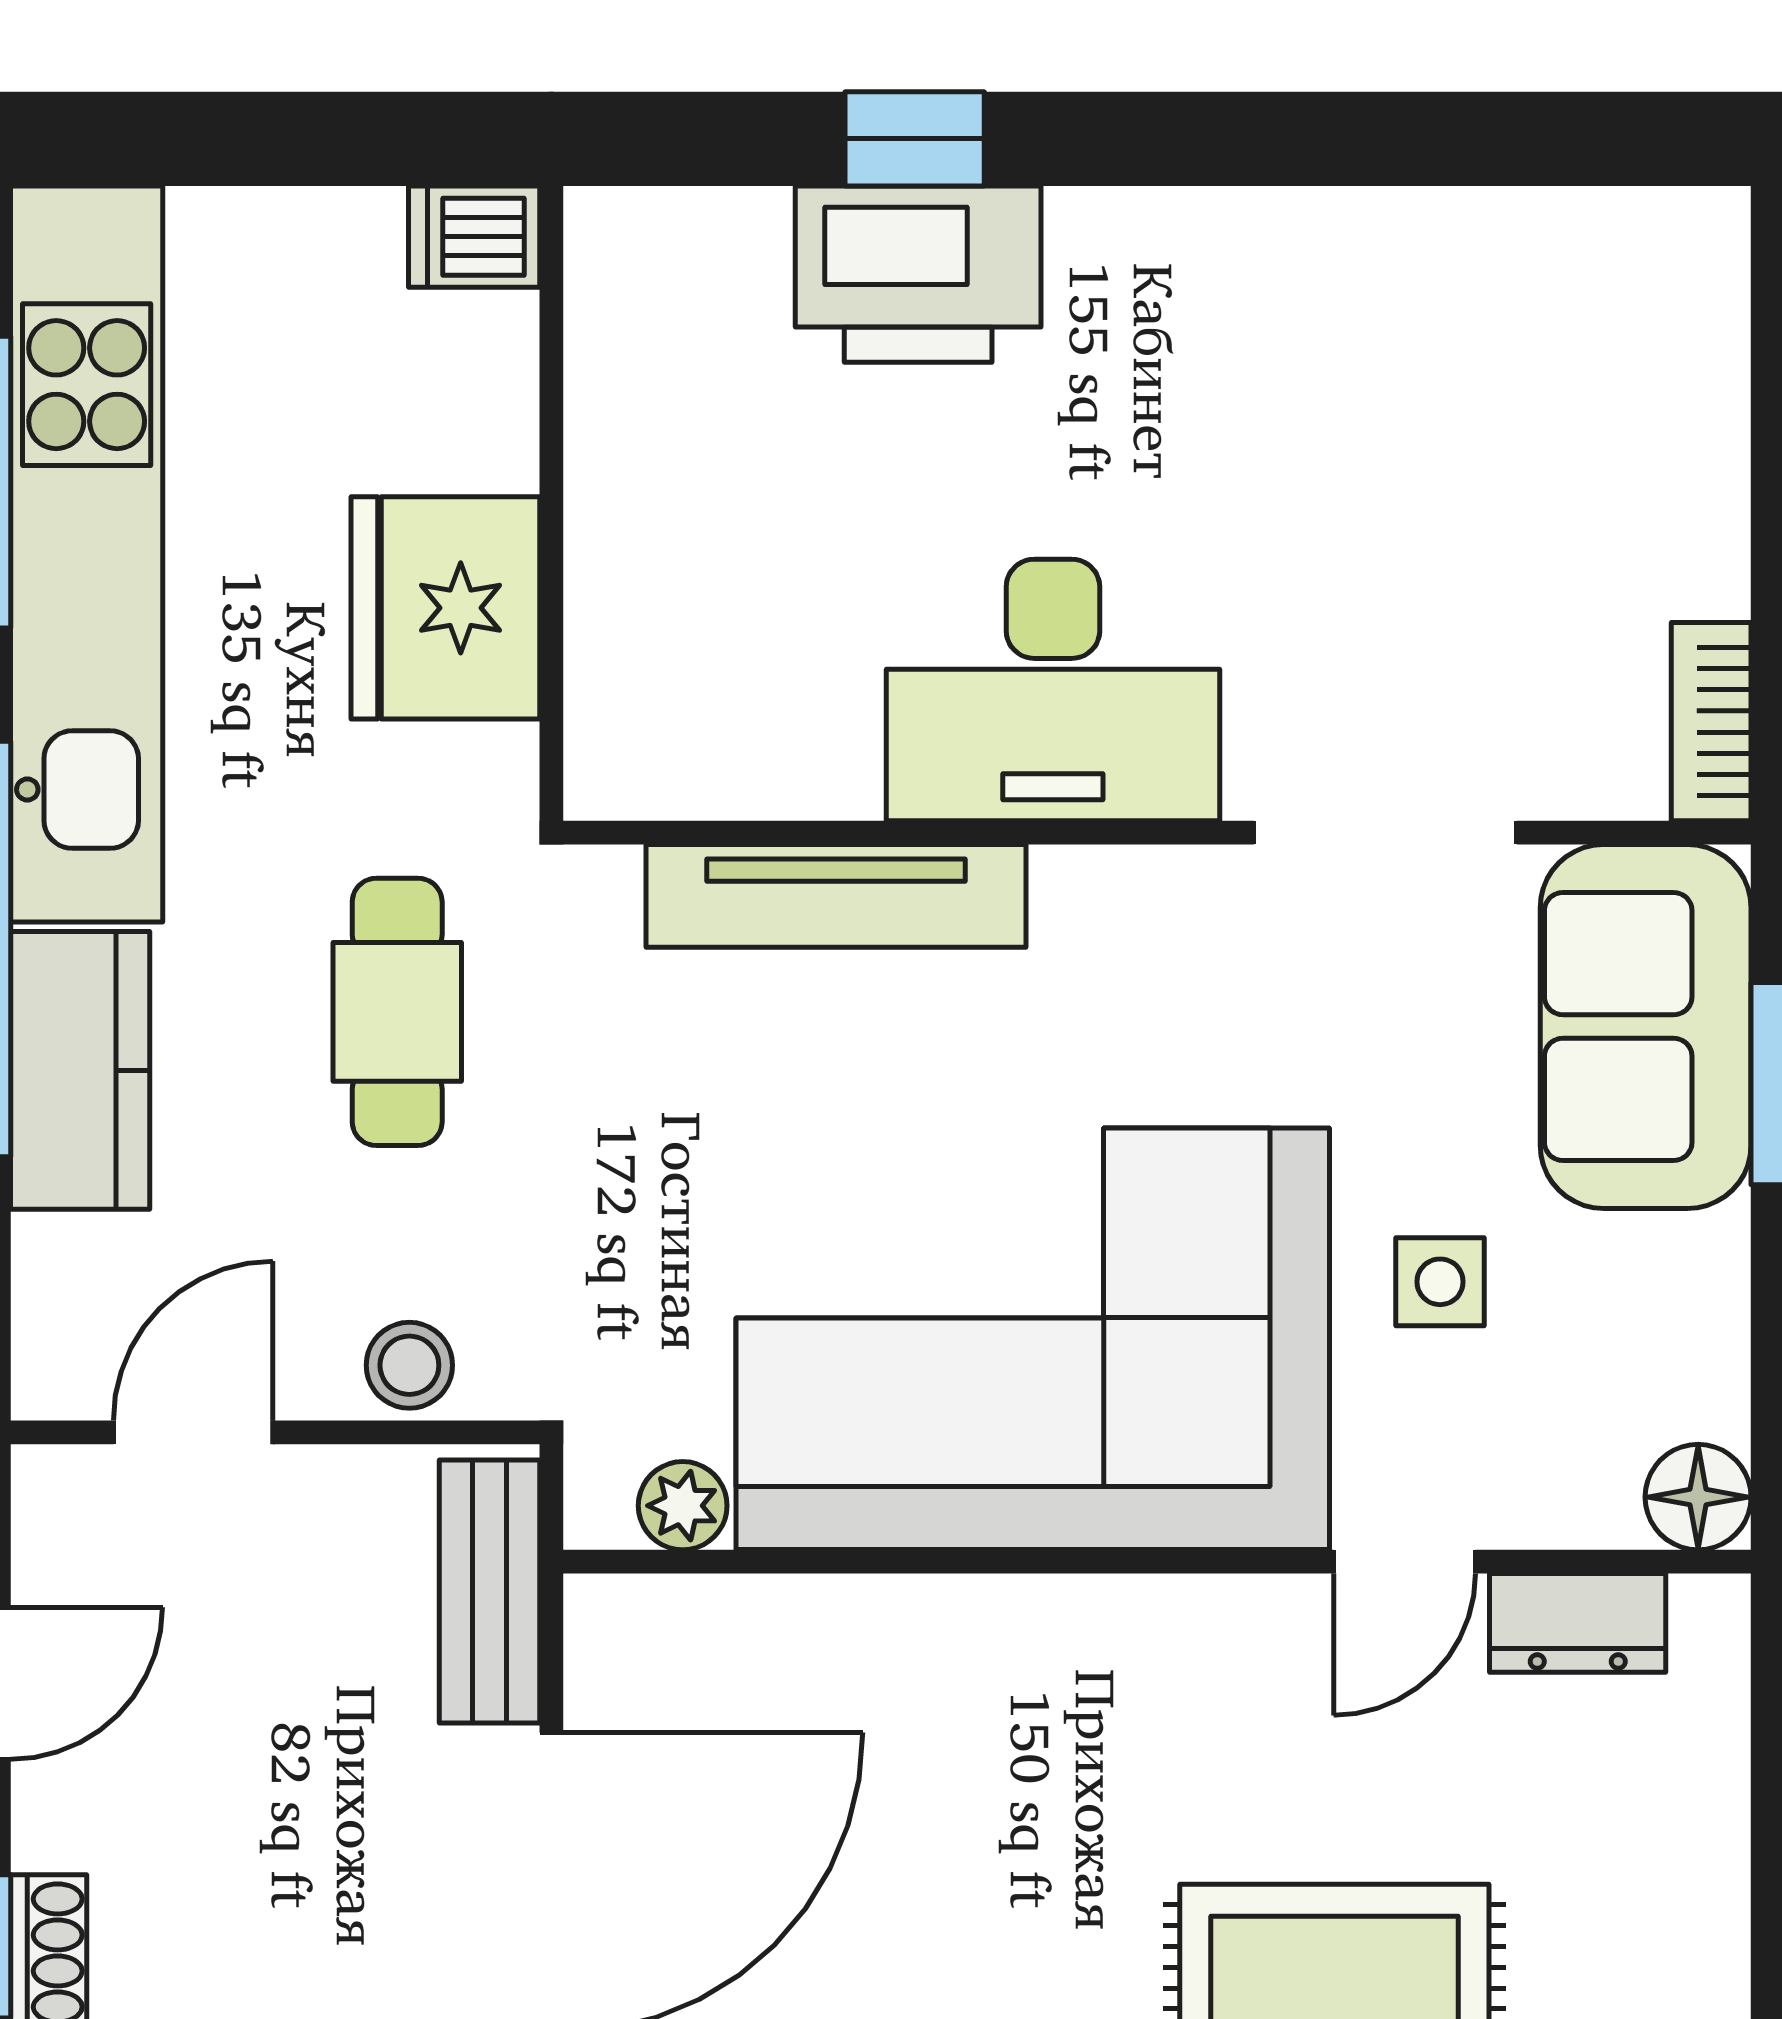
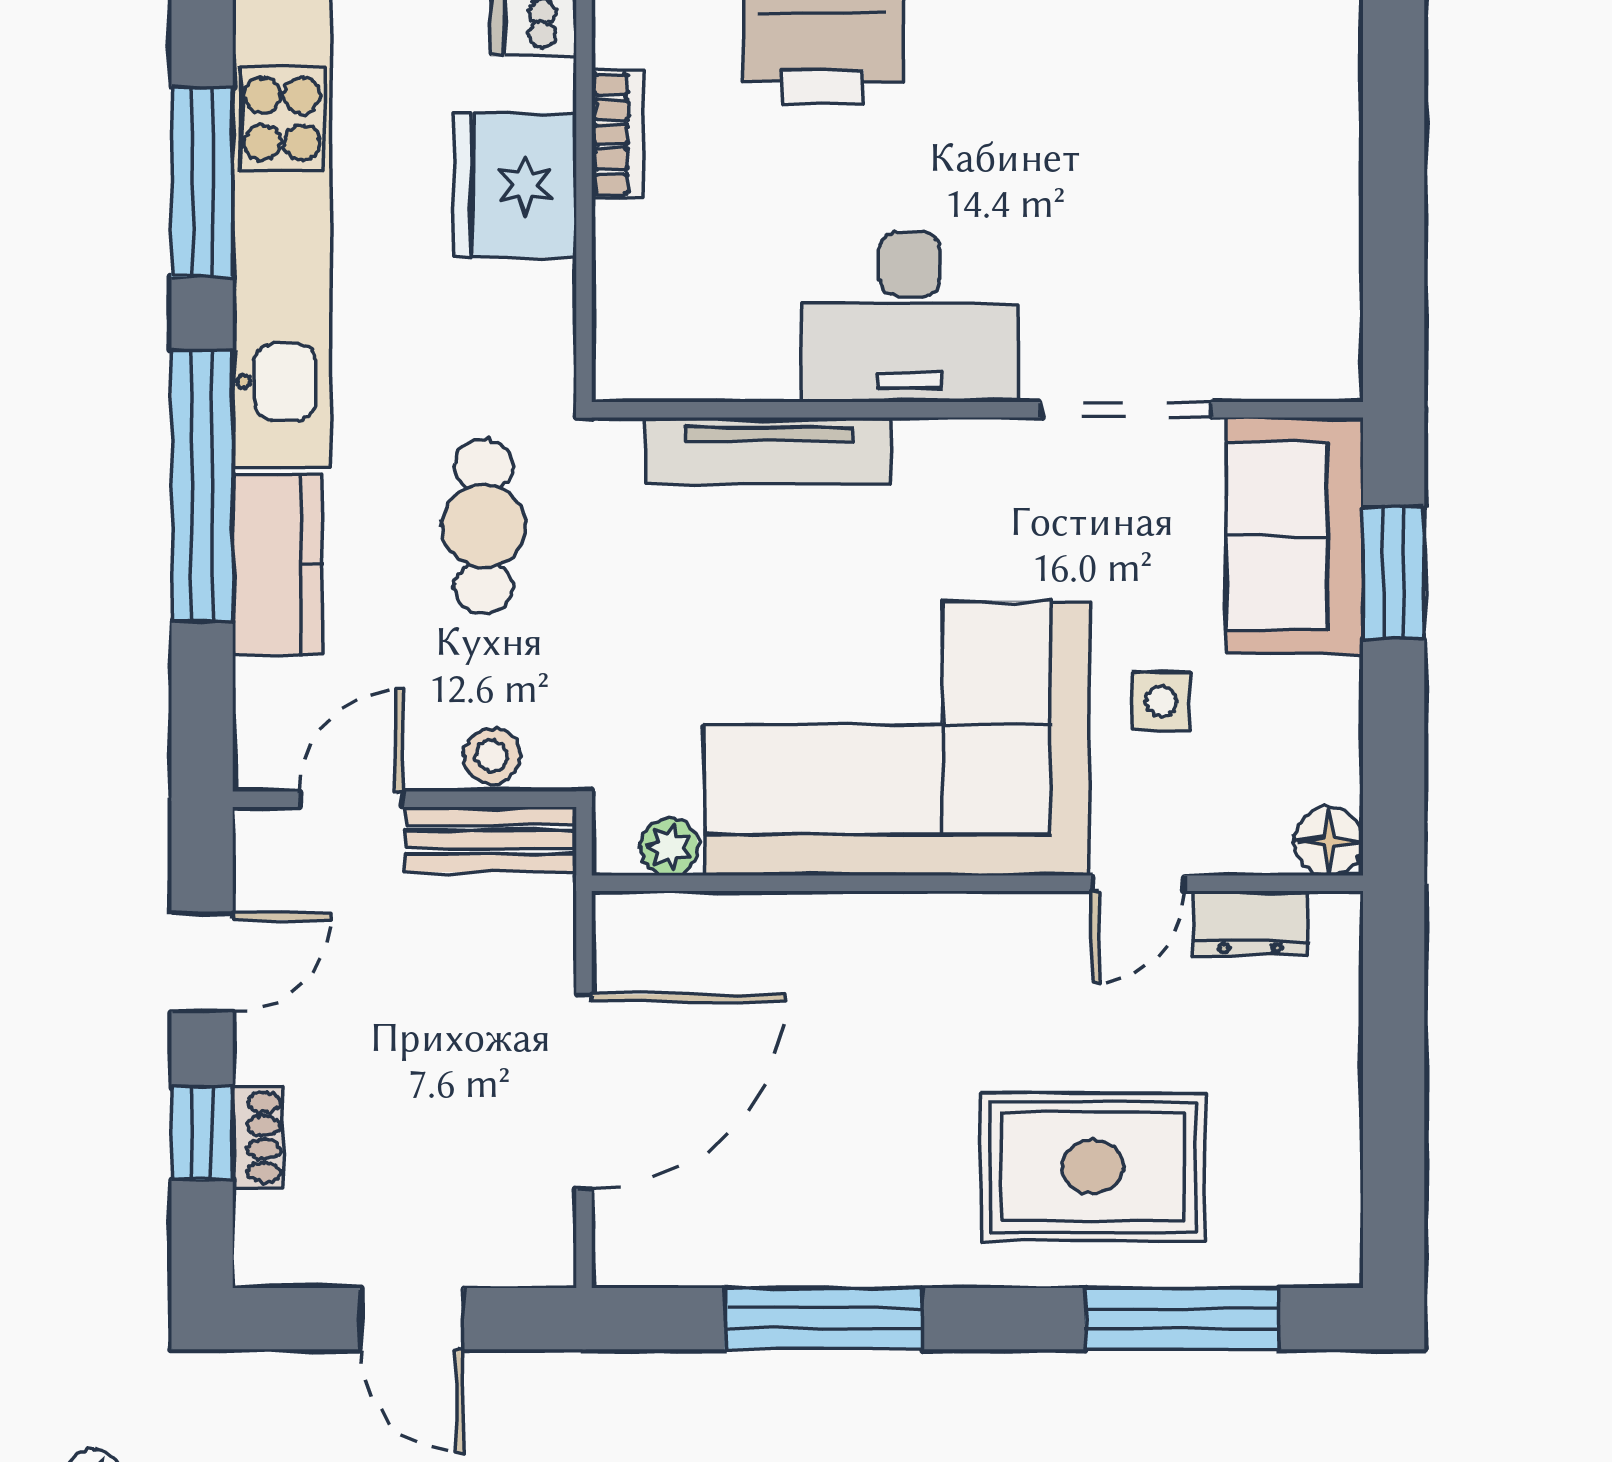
fridge: (445, 608) -> (515, 185), moved
bookcase: (1711, 722) -> (617, 134), moved, turned 180
bench: (490, 1592) -> (491, 840), moved, turned 90

